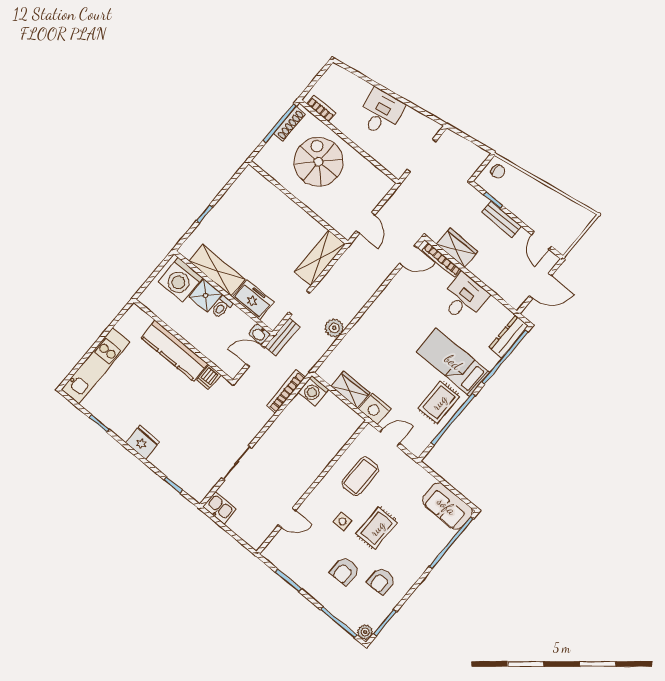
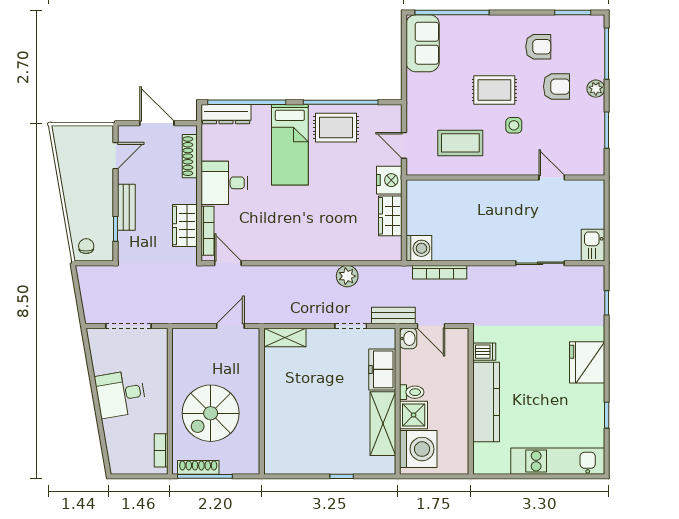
shelving: (320, 258) -> (285, 337), width x0.67, depth x0.75
shoe rack: (501, 289) -> (190, 156), added
fridge: (142, 442) -> (587, 362), width x1.36, depth x1.34
plant: (365, 632) -> (596, 89), moved

